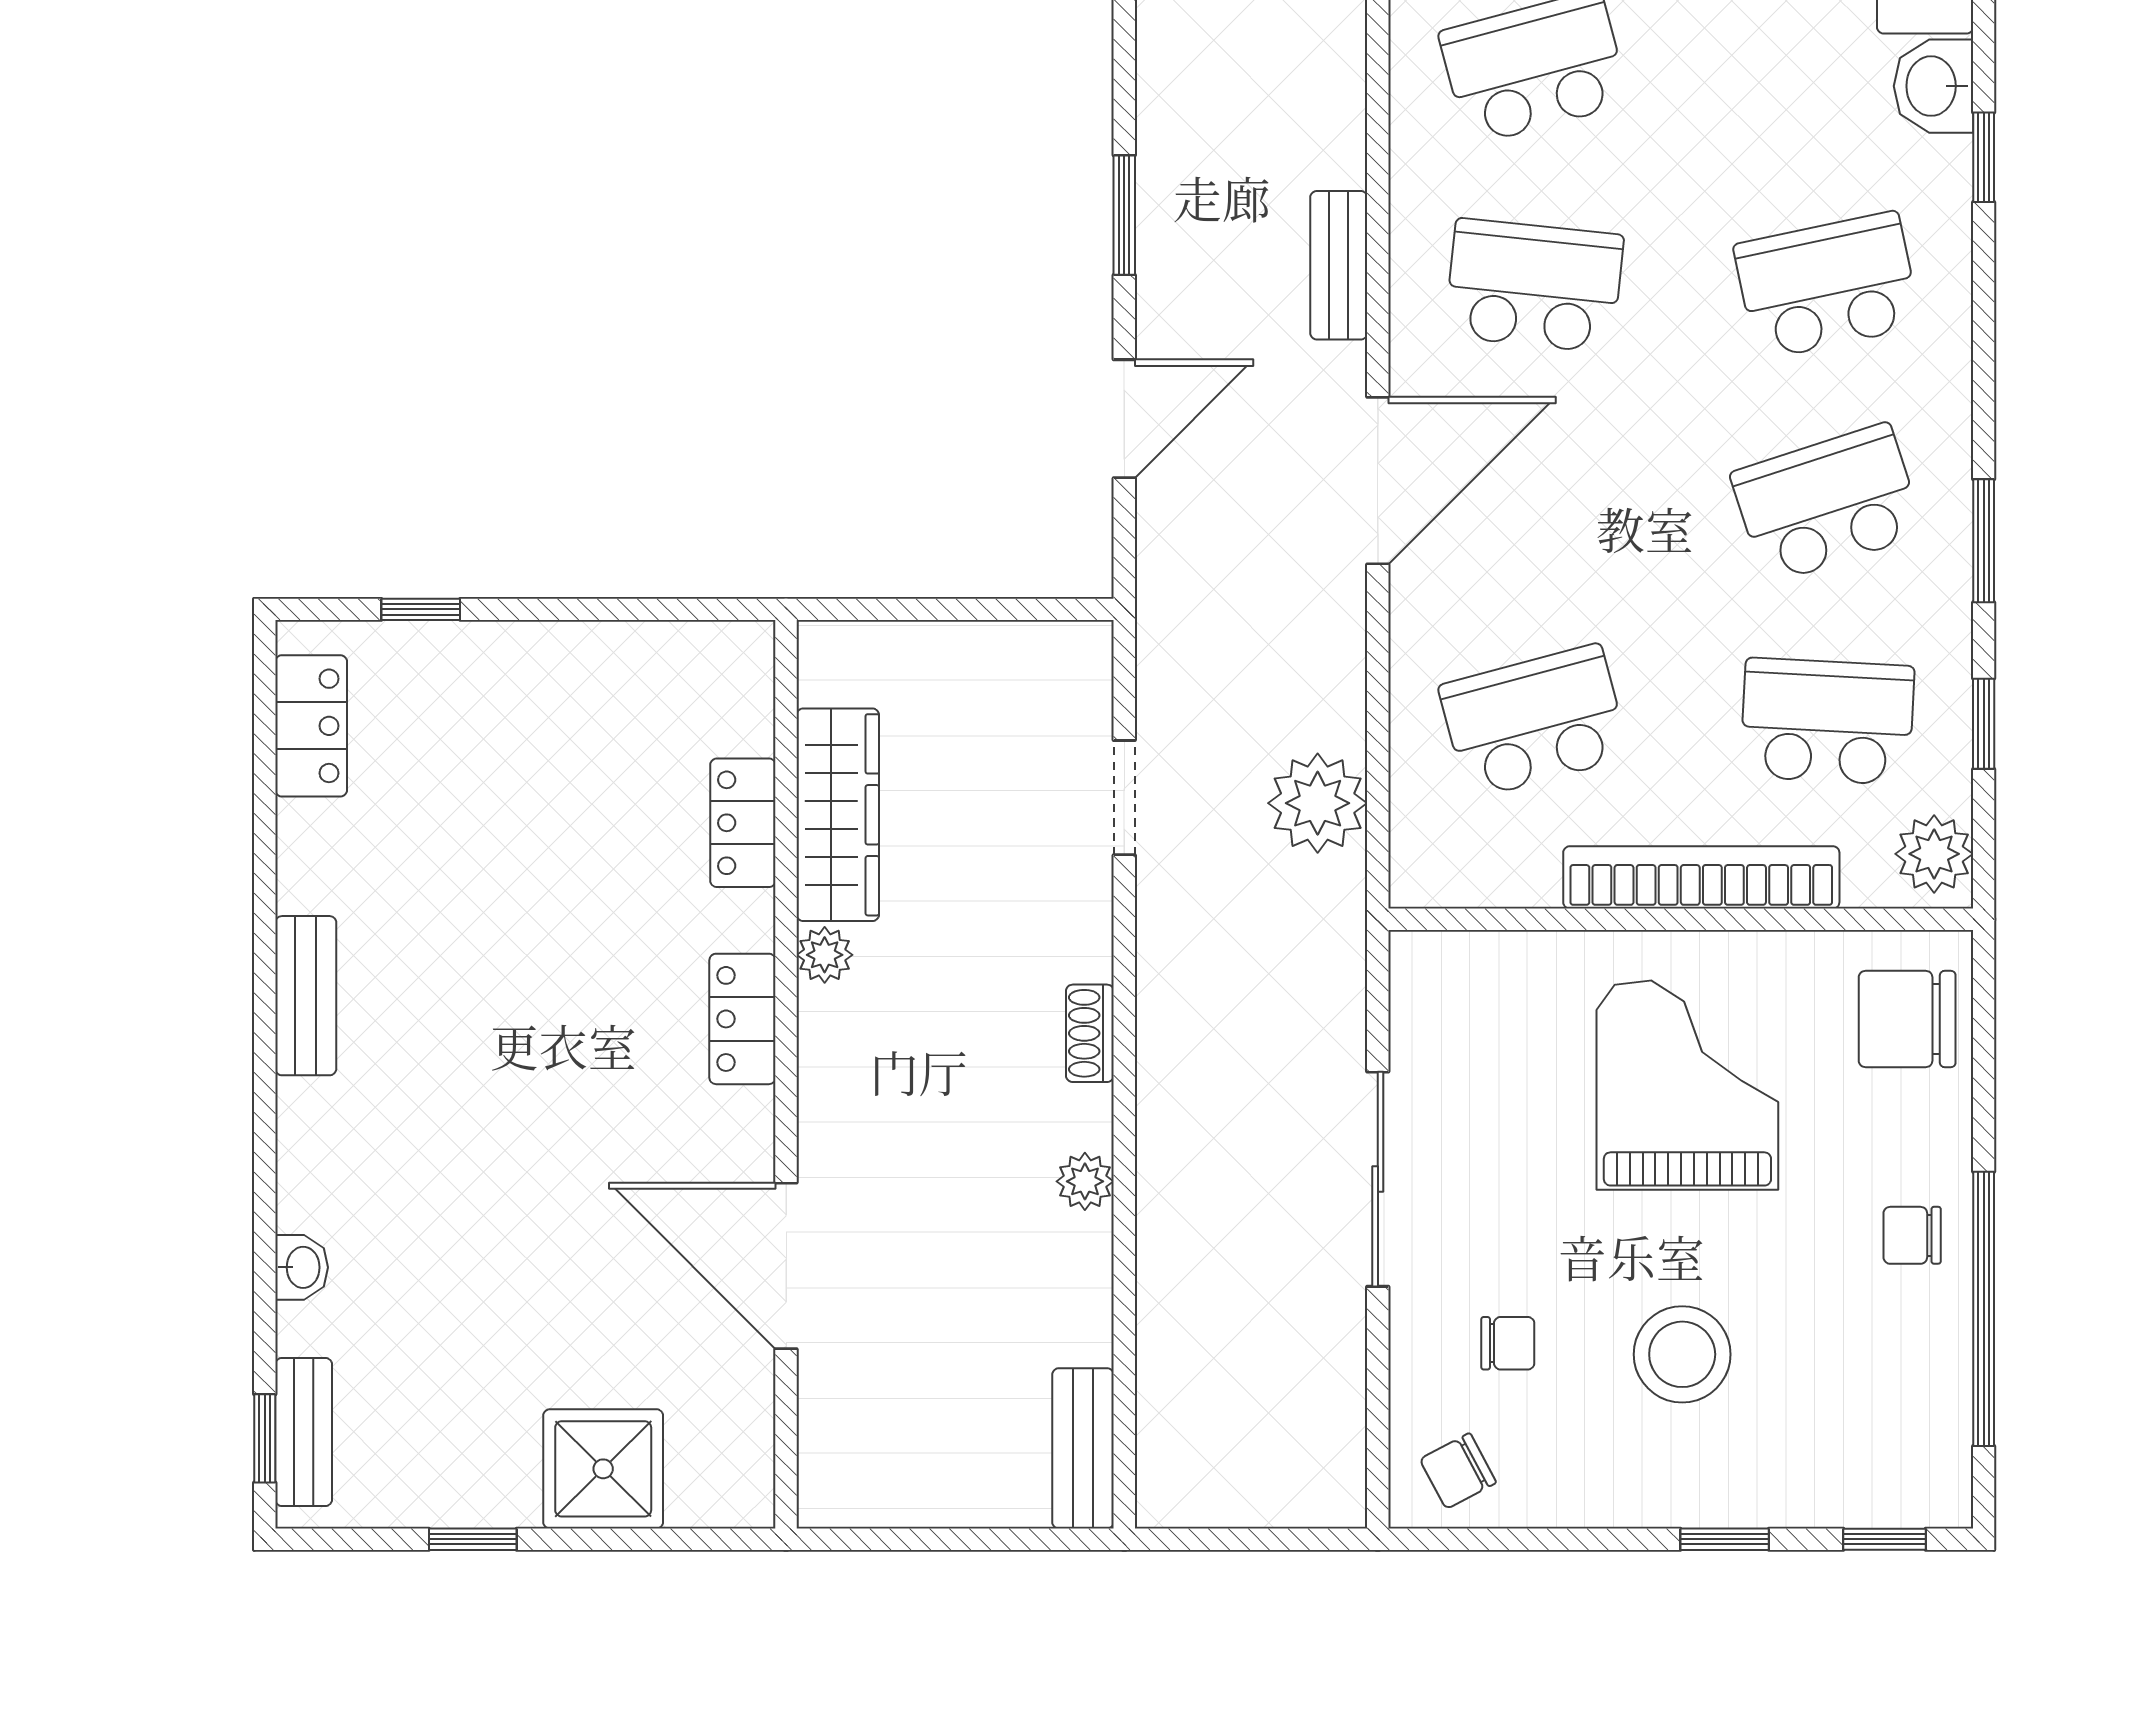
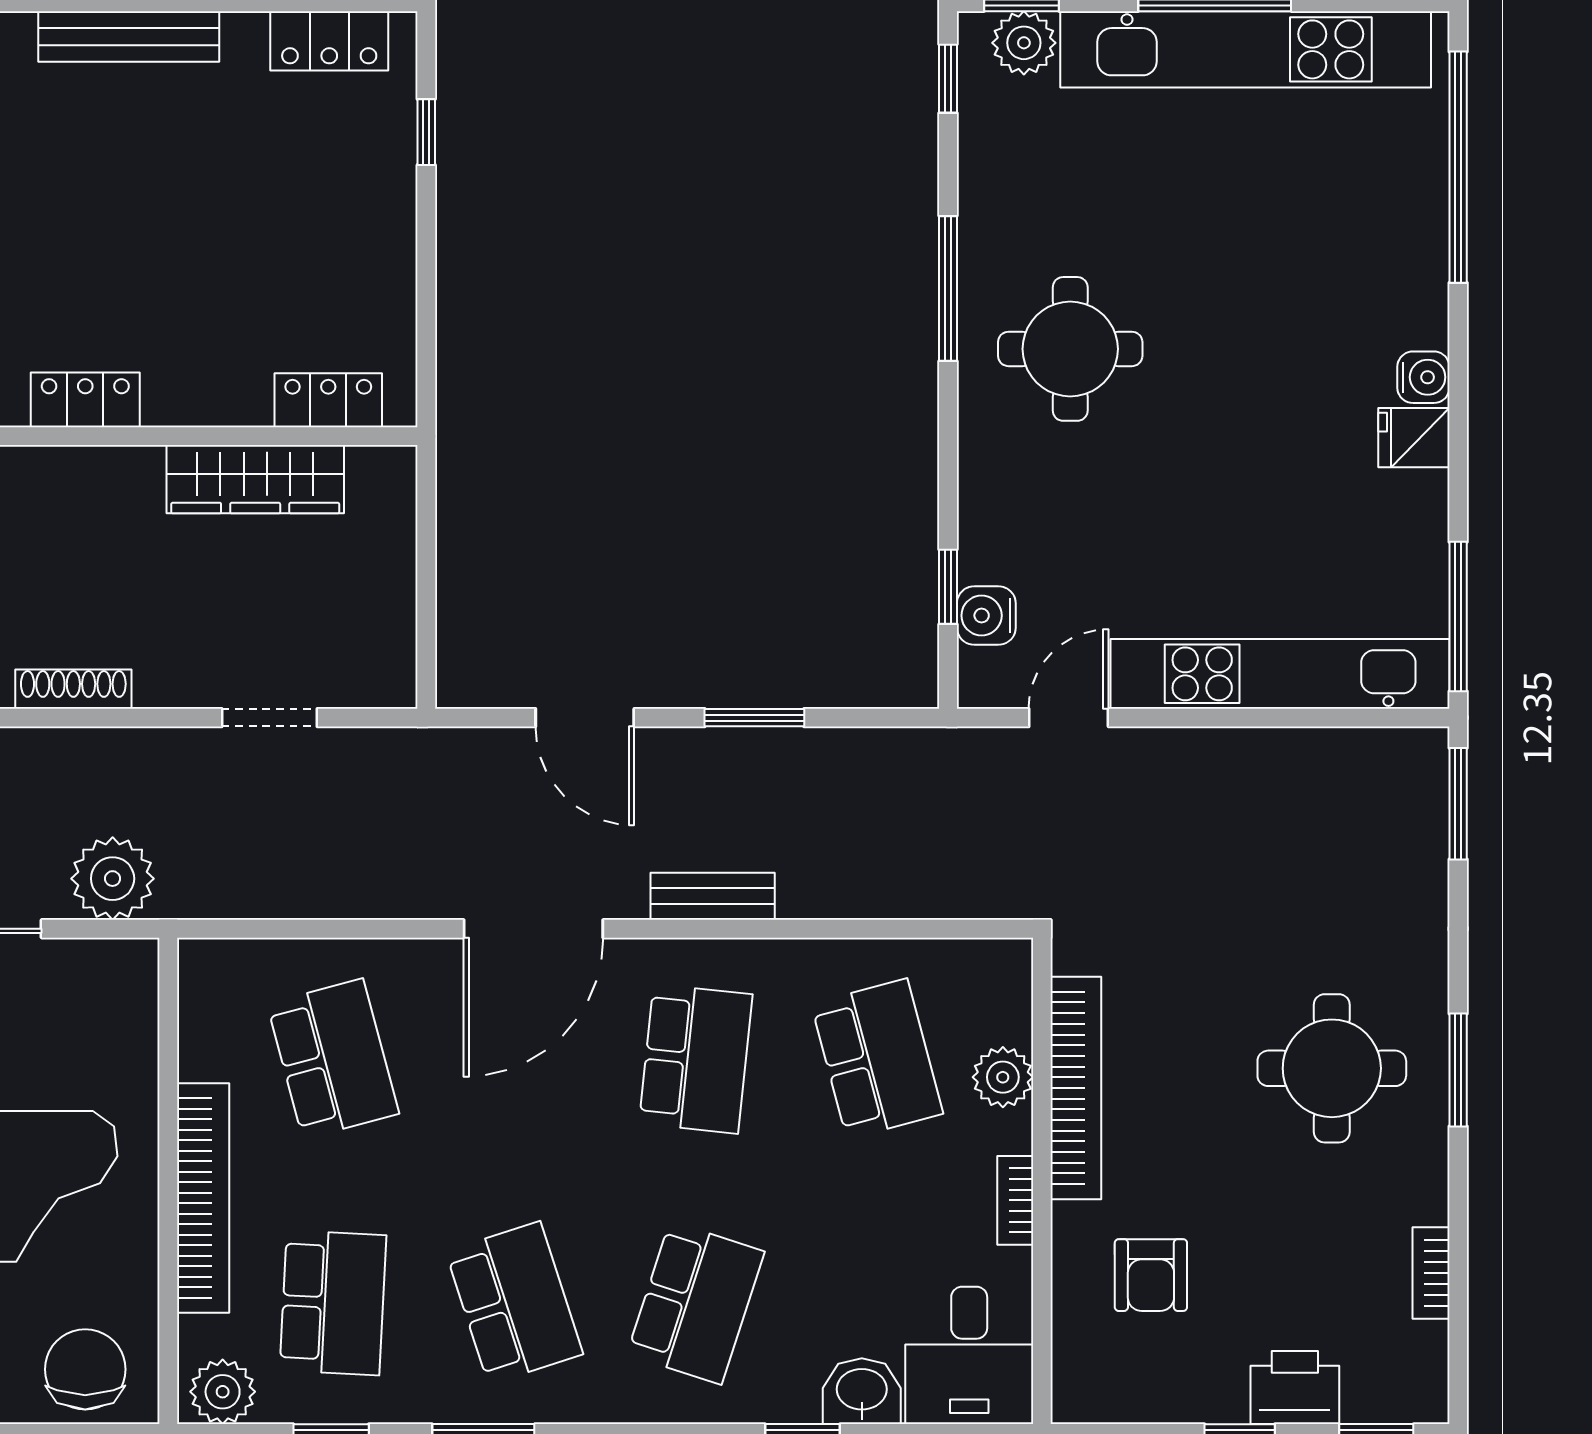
school desk: (1827, 286) -> (696, 1303), turned 30
door: (1378, 481) -> (533, 929), hinge flipped
plant: (1318, 803) -> (113, 879), moved
locker: (743, 823) -> (328, 400), moved
plant: (825, 955) -> (139, 468), removed
bench: (306, 996) -> (129, 36), width x1.36
shoe rack: (1090, 1033) -> (73, 689), width x1.43

